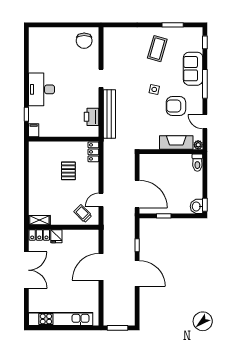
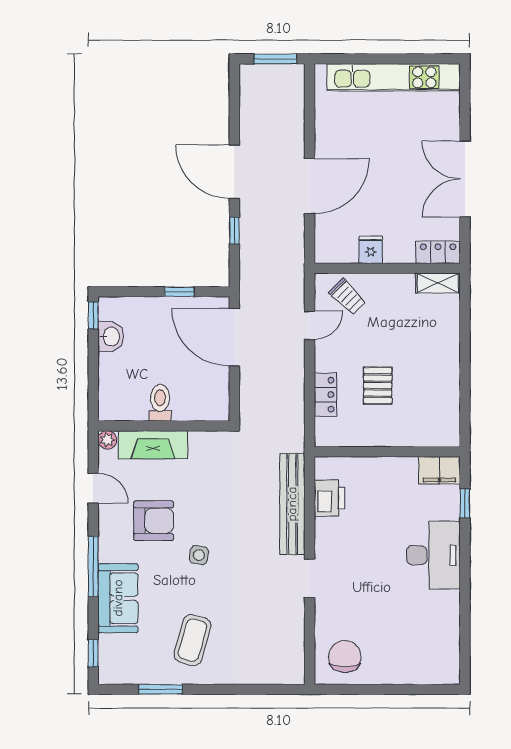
filing cabinet: (34, 130) -> (439, 470), width x2.00
locker: (93, 152) -> (325, 395), moved
toilet: (197, 163) -> (160, 403), moved
washbasin: (197, 206) -> (111, 337), moved
fridge: (56, 236) -> (371, 250), moved

